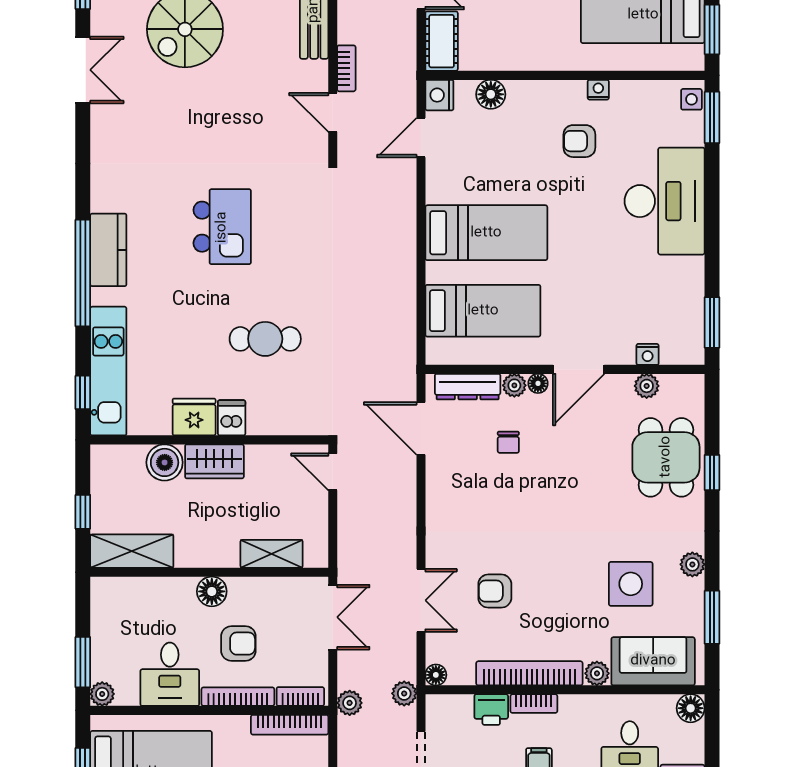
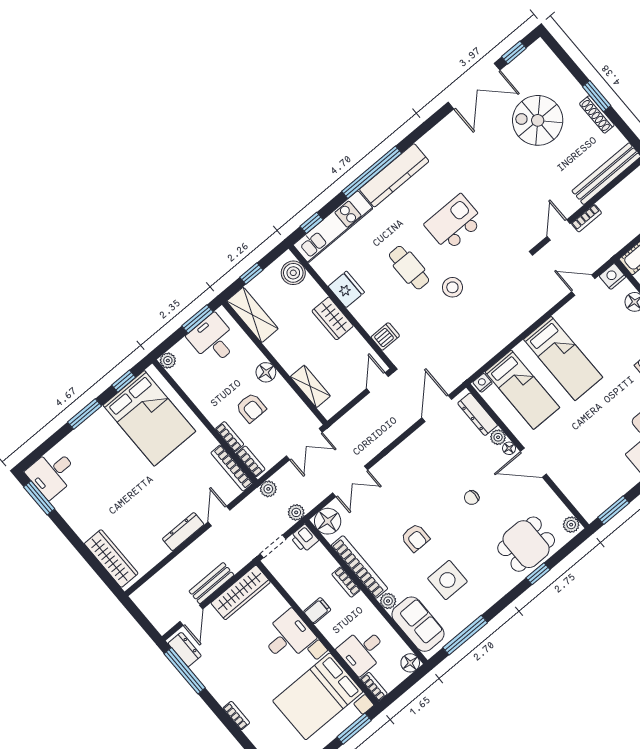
double door: (83, 70) -> (474, 86), width x1.37
kitchen island: (222, 227) -> (454, 223), turned 180
kitchen counter: (108, 250) -> (394, 175), width x1.50
stool: (296, 292) -> (452, 287), added
cafe table: (265, 339) -> (409, 268), moved
nightstand: (648, 354) -> (483, 383), moved, turned 90
plant: (647, 386) -> (571, 525), moved
dishwasher: (232, 418) -> (385, 336), moved
chair: (508, 442) -> (472, 498), moved
boiler: (165, 462) -> (293, 273), moved
plant: (692, 564) -> (483, 603), removed
armchair: (495, 591) -> (415, 538), moved, turned 180
window: (712, 617) -> (465, 635), width x1.44
window: (83, 662) -> (197, 319), moved
desk: (170, 674) -> (213, 339), moved, turned 90
floor lamp: (436, 675) -> (328, 521), width x1.89, depth x1.89
bookcase: (238, 697) -> (230, 437), width x0.64
printer: (491, 710) -> (304, 538), moved

